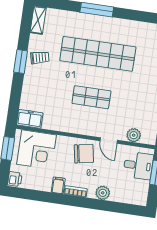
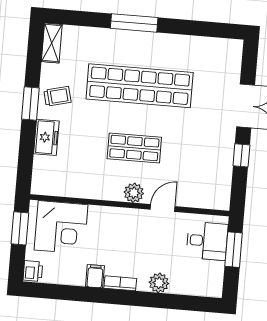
freezer: (30, 119) -> (46, 137), moved, turned 90
plant: (134, 135) -> (134, 193), moved
door: (109, 141) -> (163, 208), swing flipped
chair: (84, 154) -> (129, 229), removed

